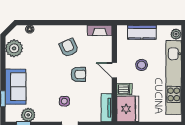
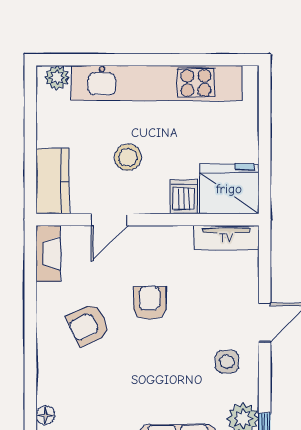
kitchen counter: (142, 32) -> (52, 181), moved
door: (114, 70) -> (109, 220), moved
side table: (64, 101) -> (227, 362), moved

